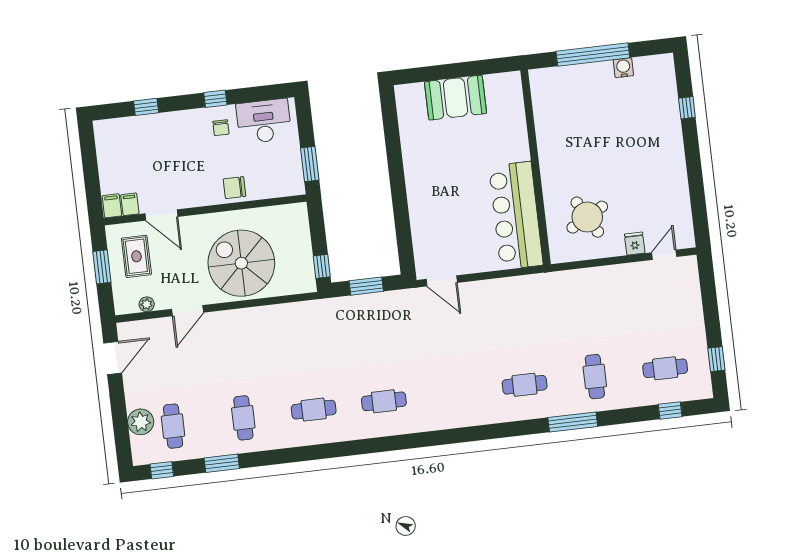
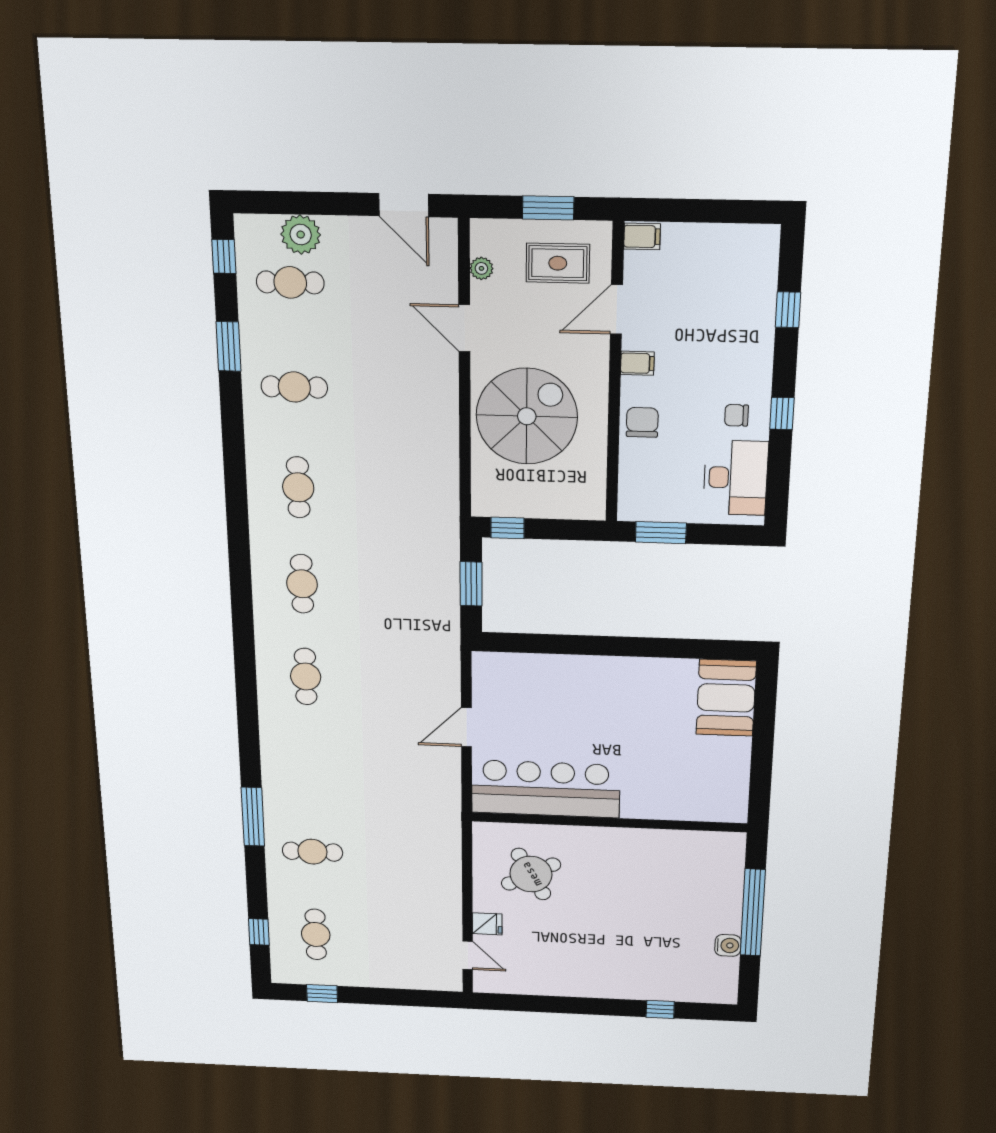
booth: (456, 98) -> (726, 698), moved
filing cabinet: (130, 204) -> (637, 363), moved
door: (442, 281) -> (466, 727), moved
cafe table: (525, 385) -> (306, 677), moved

